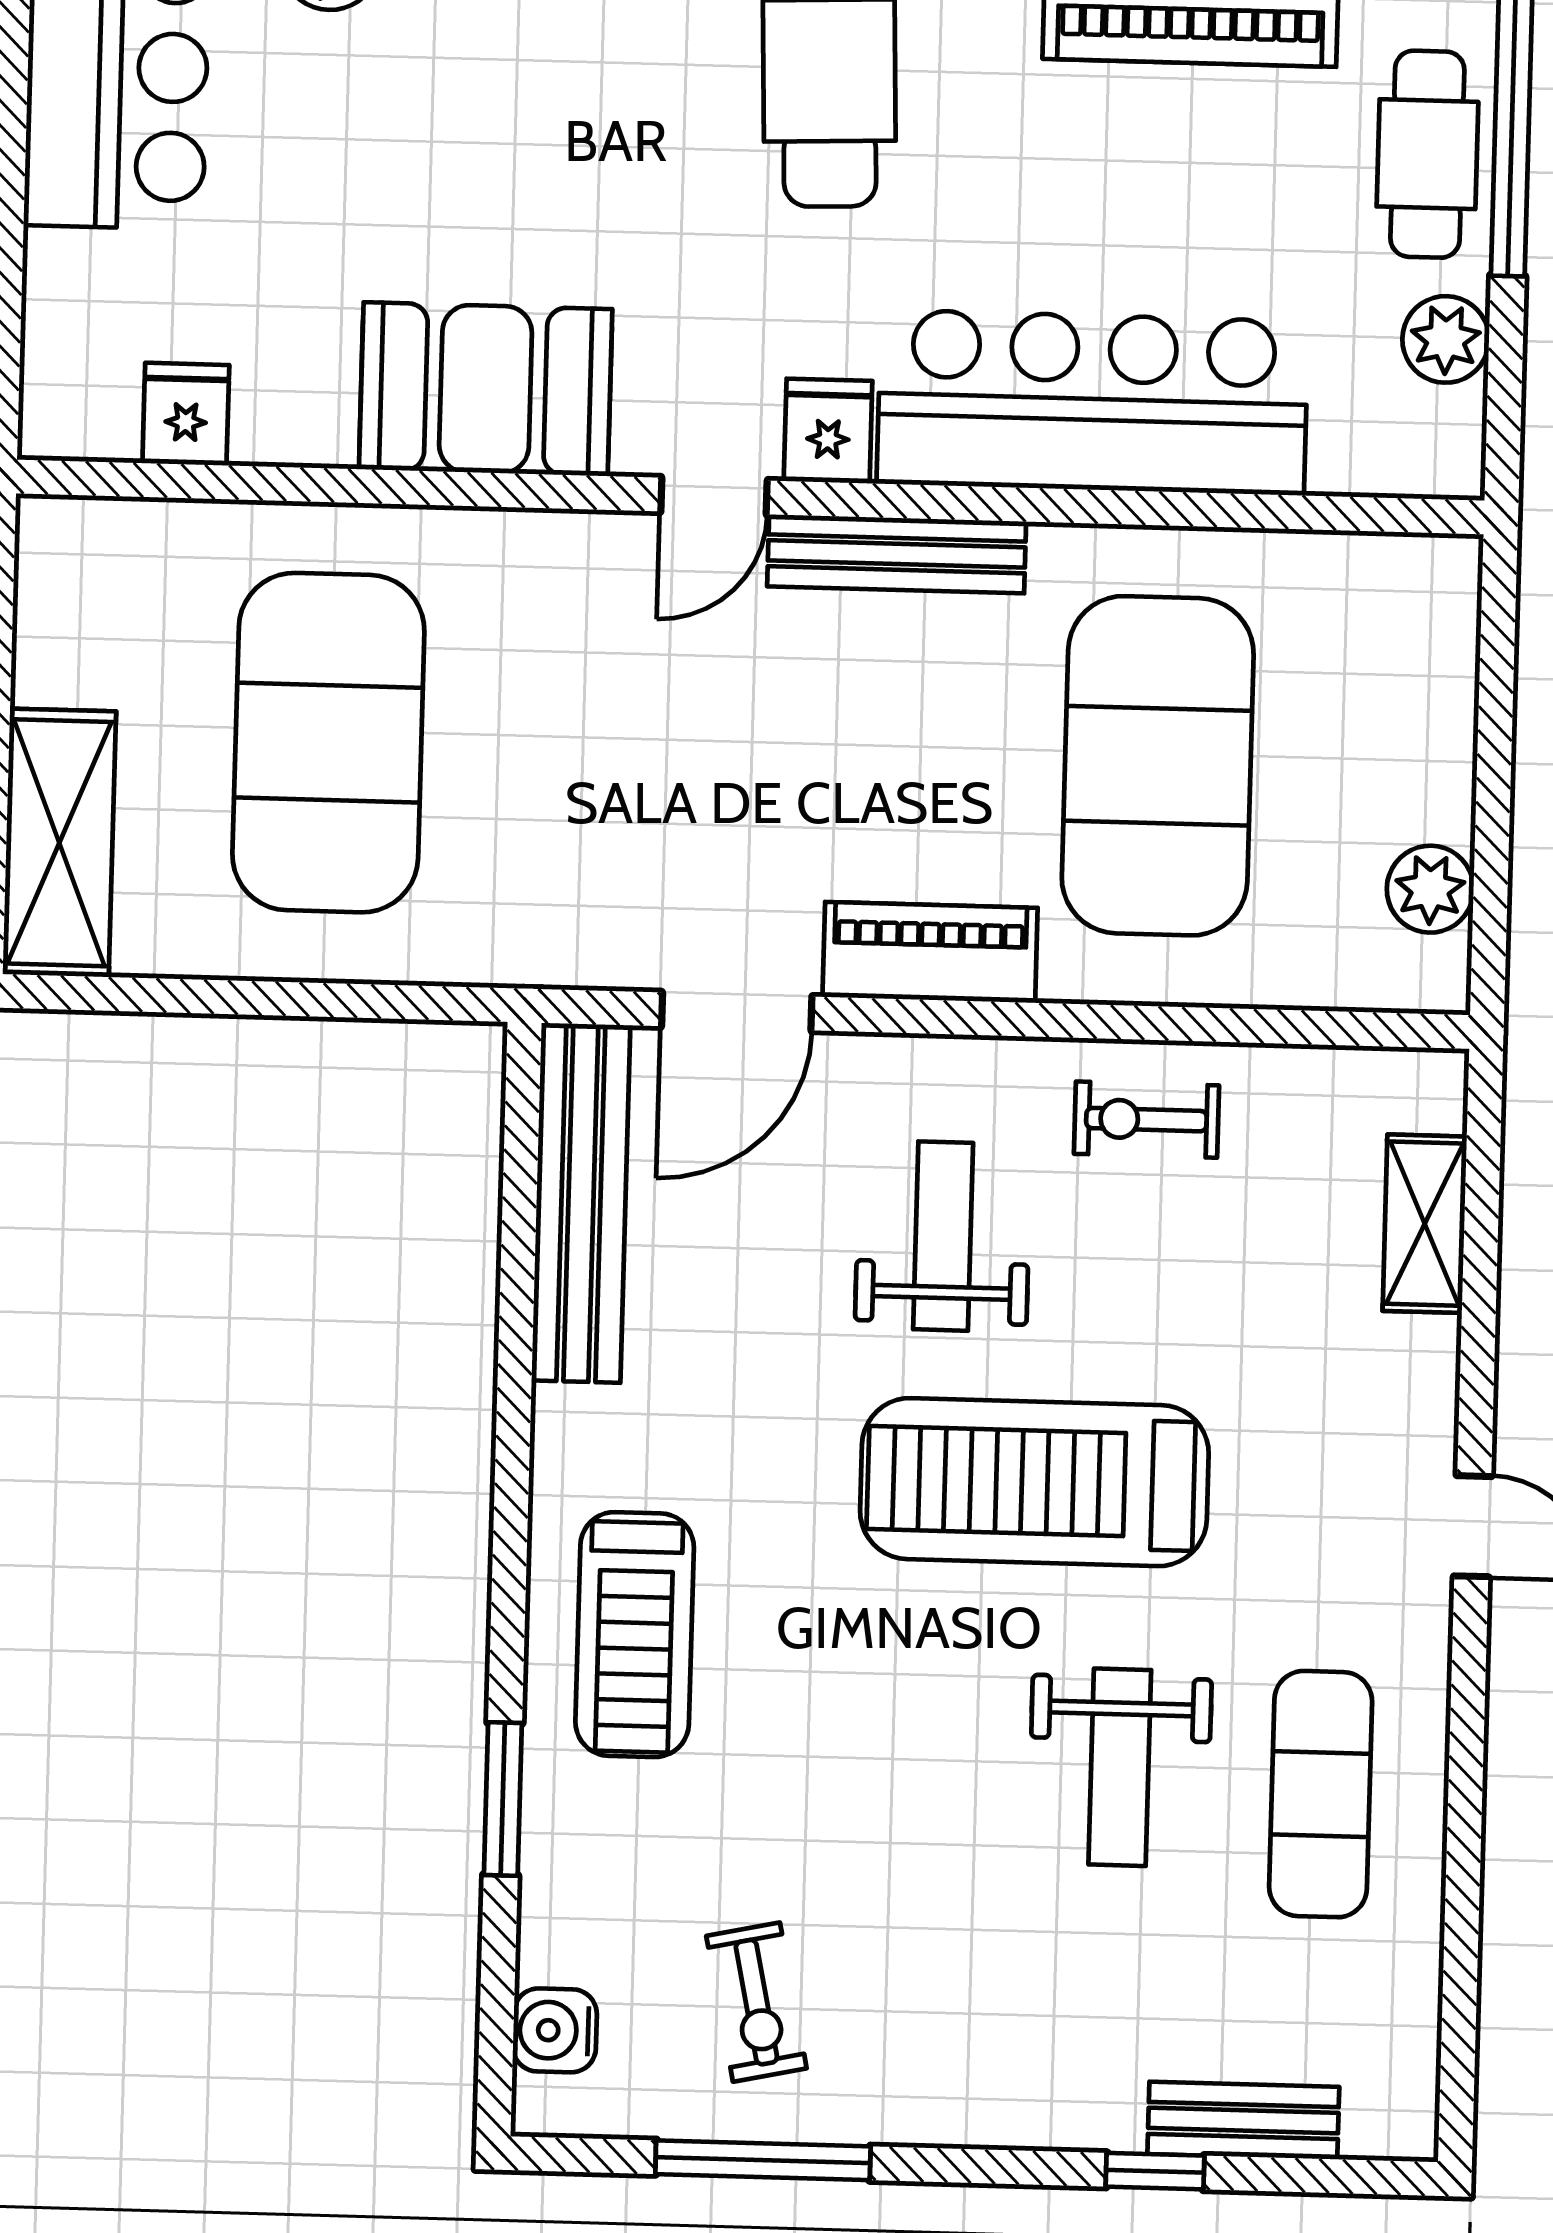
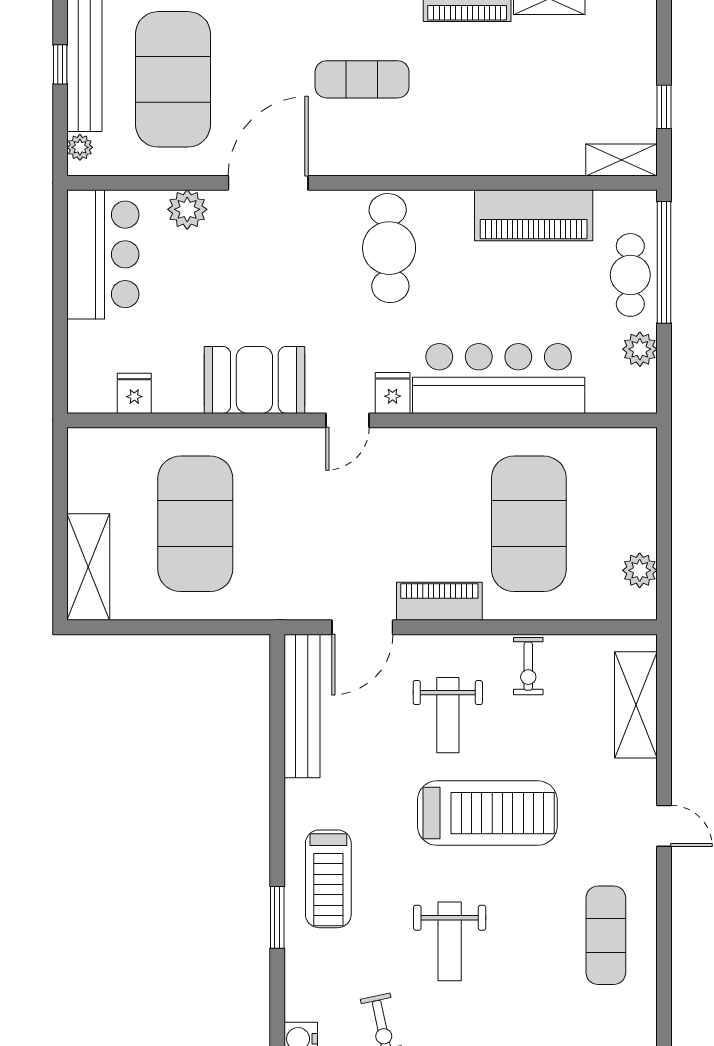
bench: (897, 554) -> (422, 442), removed
exercise bike: (1146, 1120) -> (528, 666), turned -90
shelving: (1425, 1224) -> (636, 705), width x1.50, depth x1.33
weight bench: (943, 1236) -> (448, 715), turned 180
treadmill: (1034, 1482) -> (487, 813), turned 180
weight bench: (1120, 1767) -> (450, 941), moved
window: (503, 1799) -> (277, 917), moved

